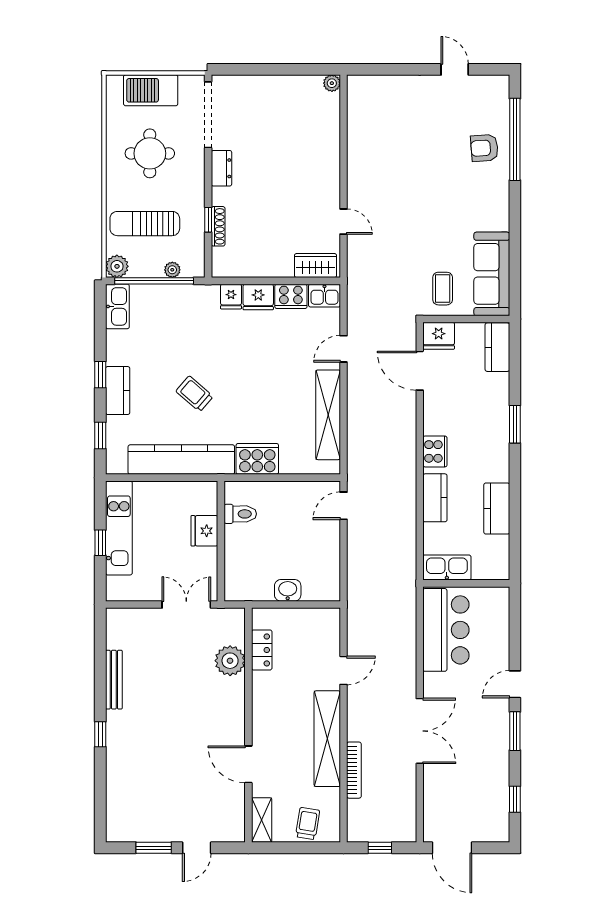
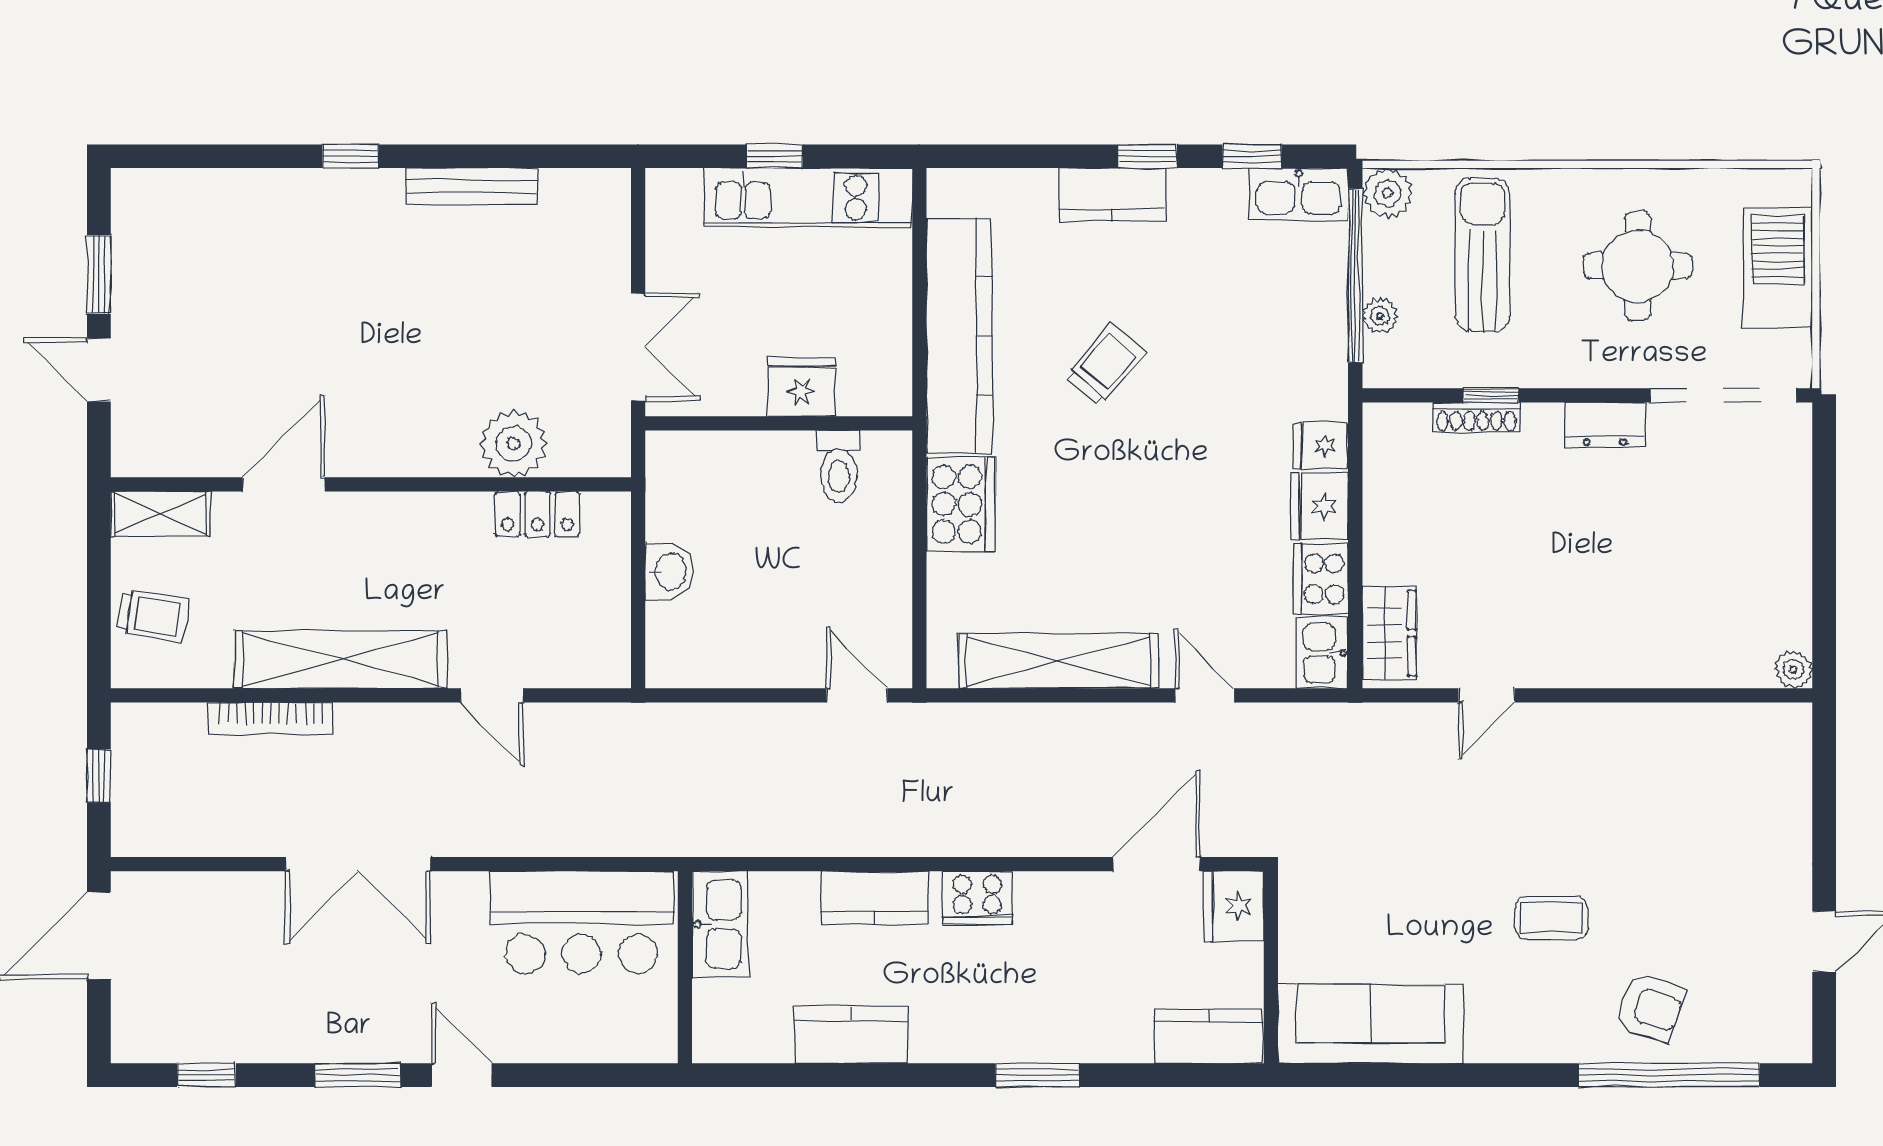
armchair: (484, 148) -> (1650, 1007), turned 112
coffee table: (443, 289) -> (1551, 918), moved
window: (100, 435) -> (1252, 156), moved

